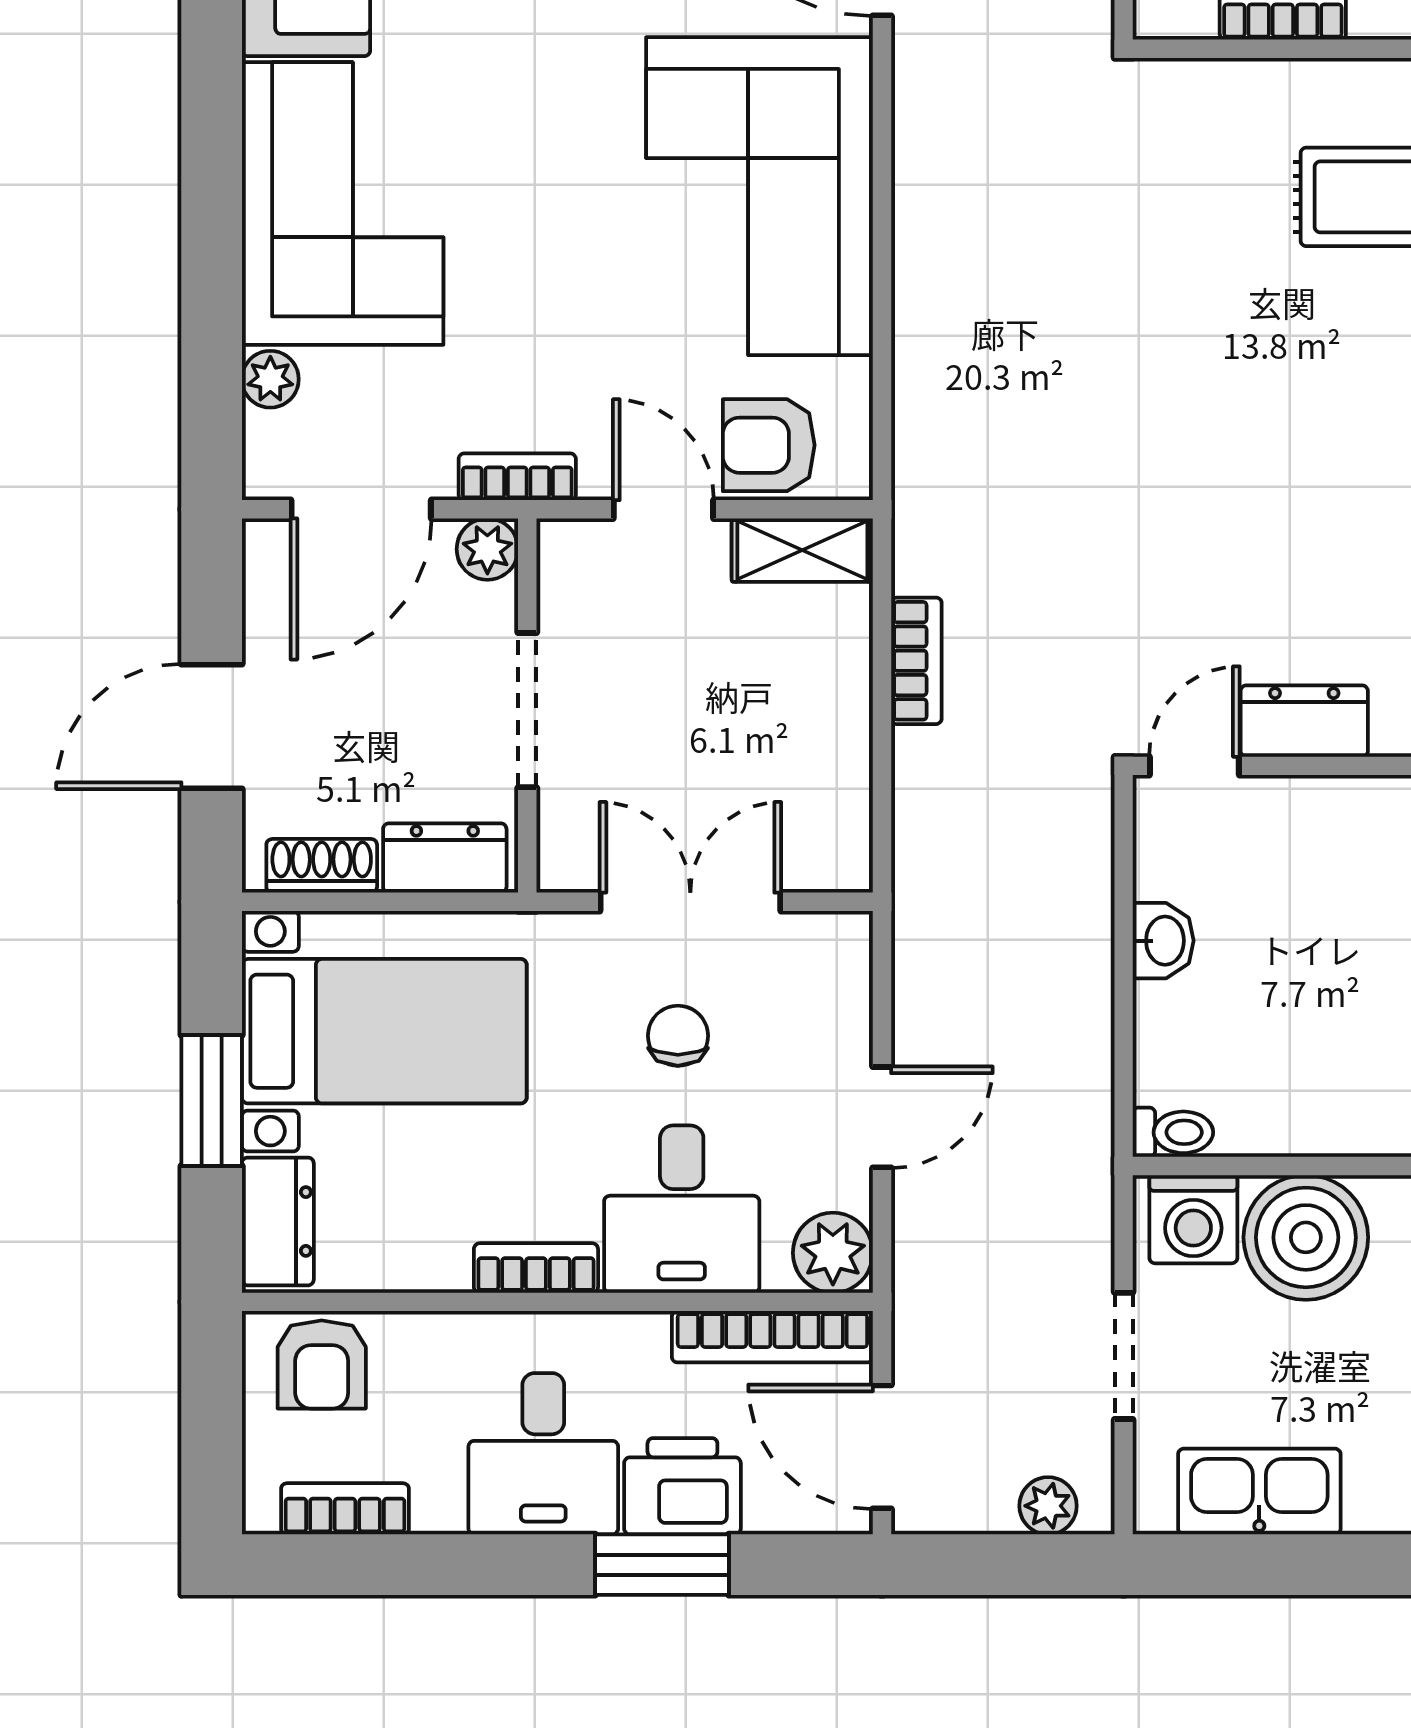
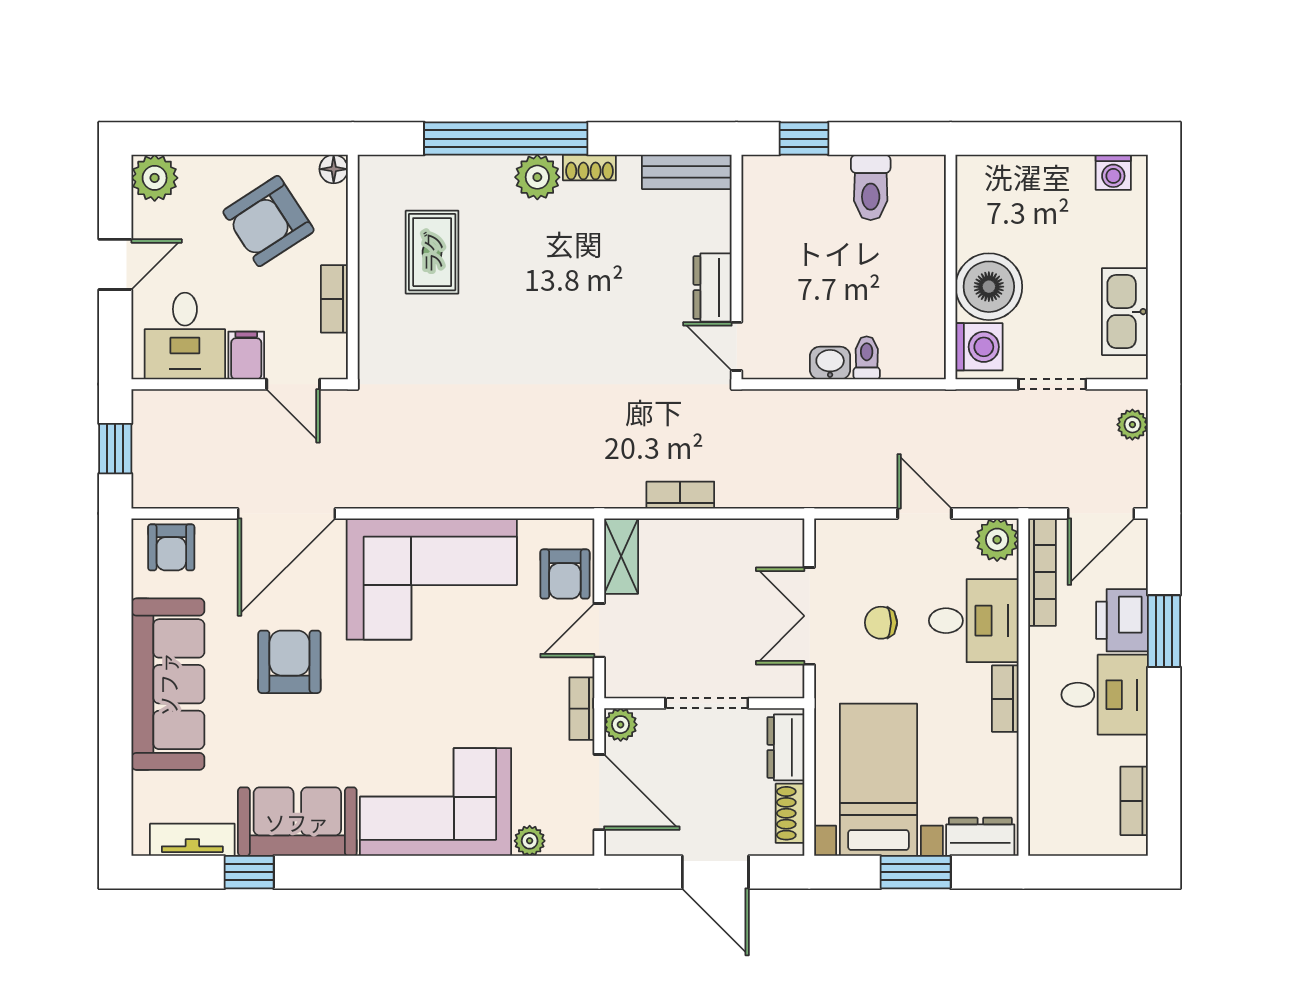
toilet: (1173, 1132) -> (867, 358), moved
armchair: (322, 1364) -> (1057, 813), removed

